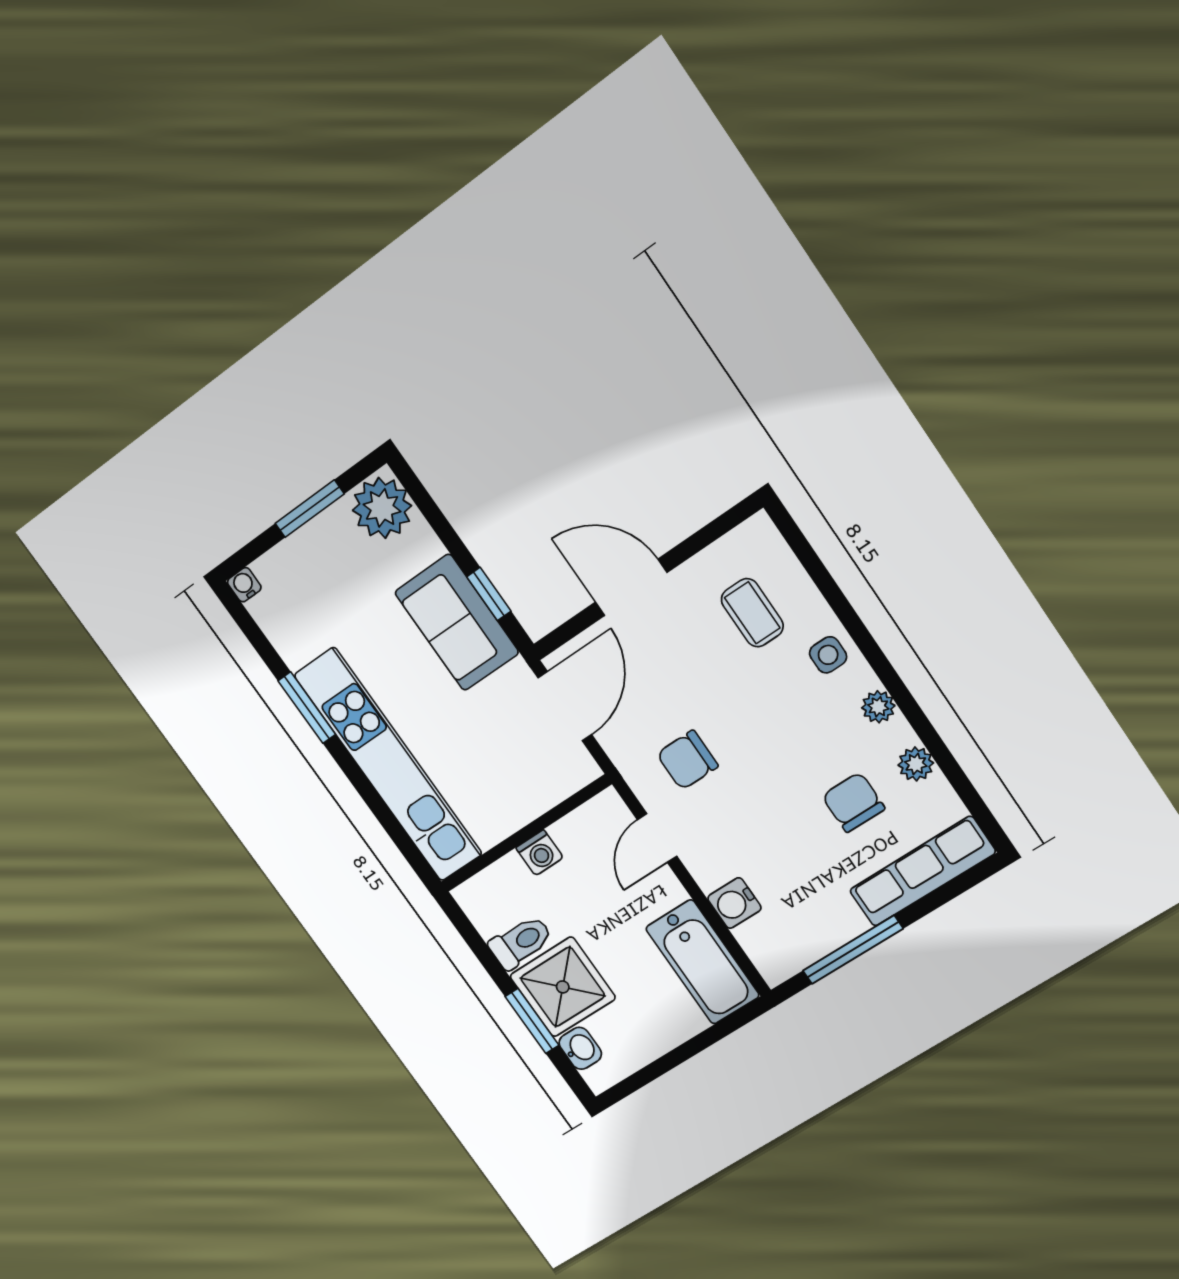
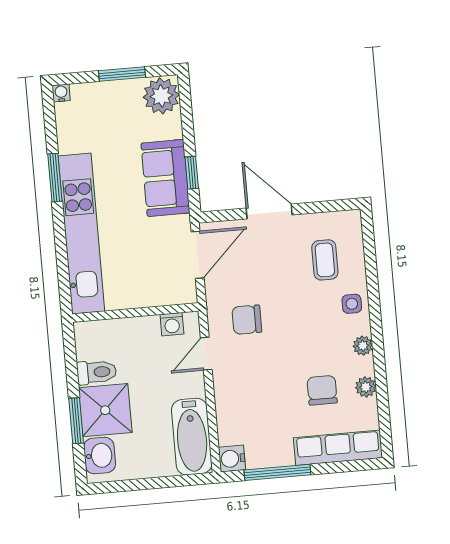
washing machine: (540, 853) -> (172, 324), moved
water cooler: (734, 903) -> (232, 459), moved
washbasin: (580, 1048) -> (100, 456), width x1.38, depth x1.45

